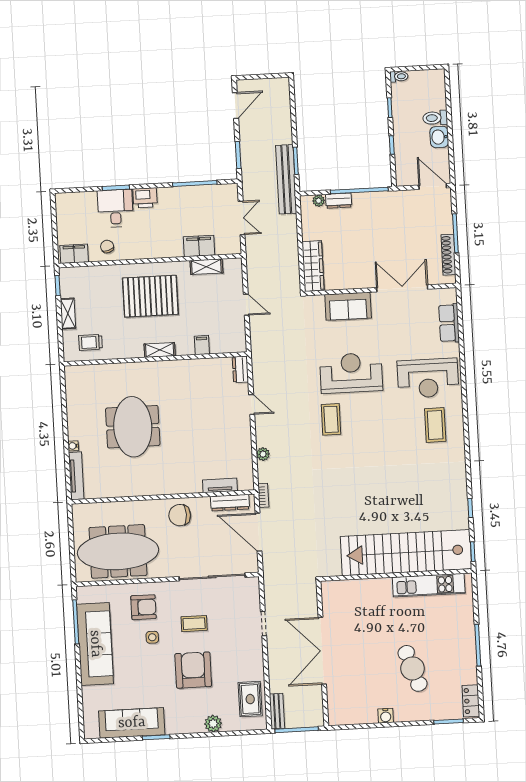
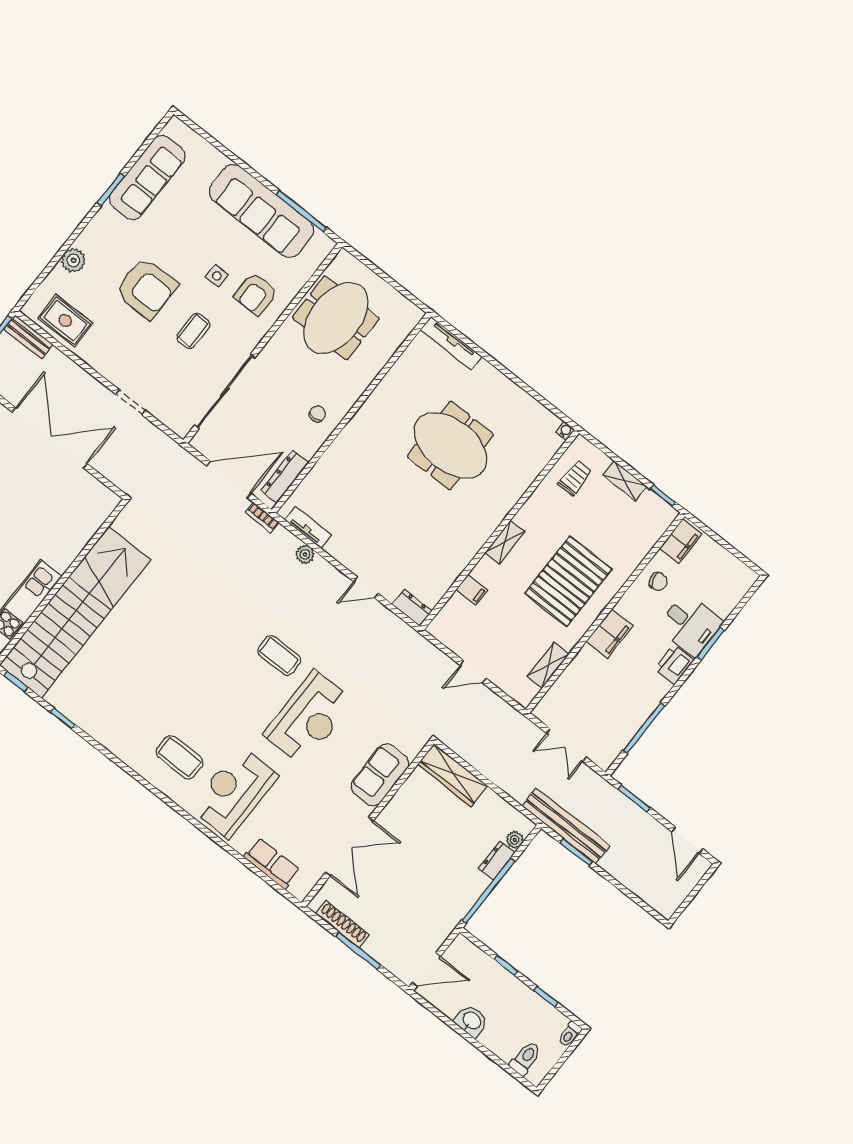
toilet: (435, 118) -> (525, 1058), moved
filing cabinet: (199, 246) -> (610, 634), moved
water cooler: (73, 446) -> (565, 431), moved
tv unit: (220, 485) -> (308, 527), moved, turned -90
chair: (180, 515) -> (317, 414), width x0.54, depth x0.54
meeting table: (118, 551) -> (336, 318), width x0.73

